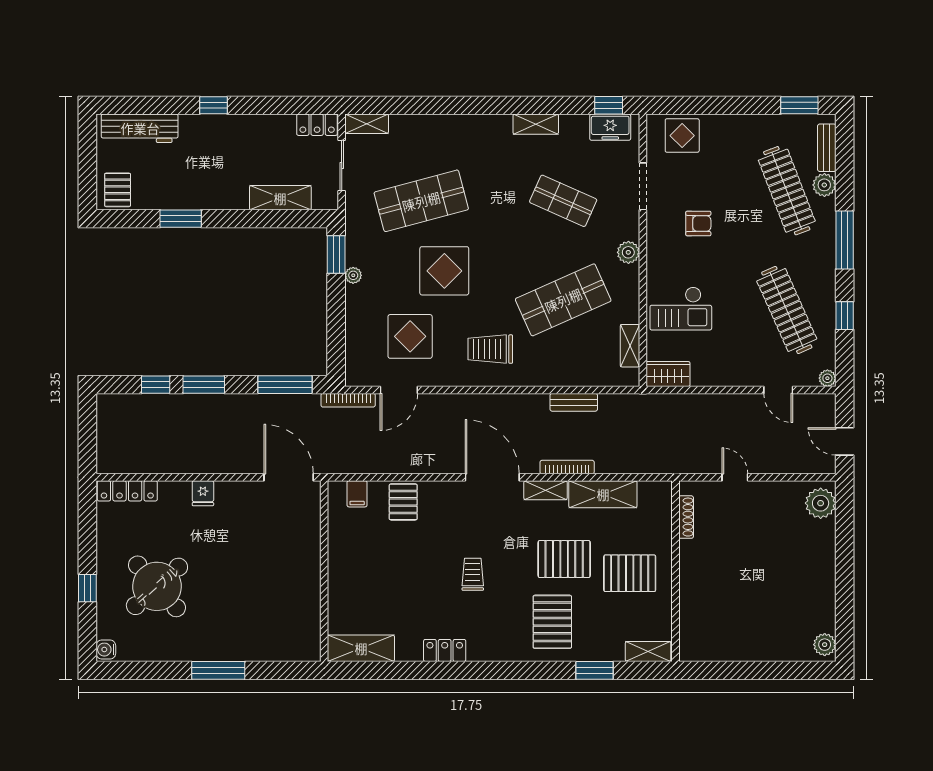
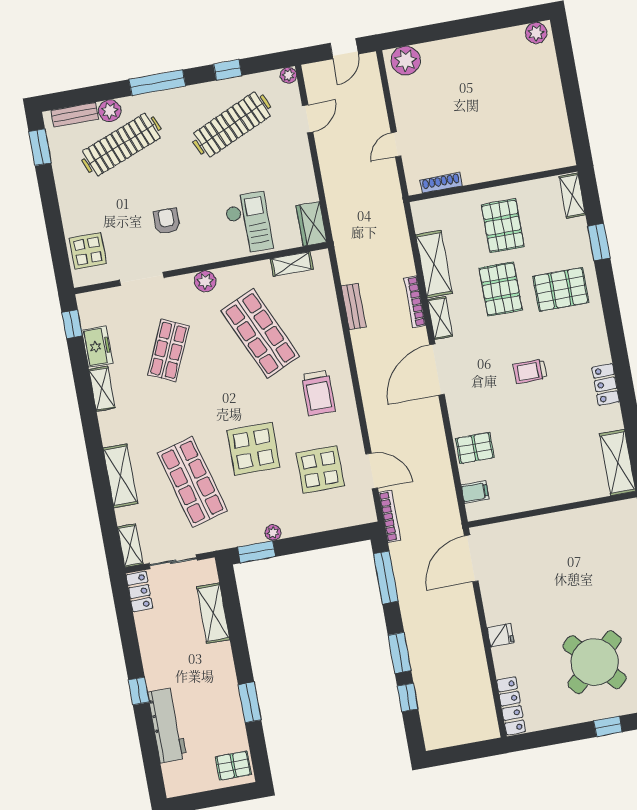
shelving: (441, 127) -> (120, 476), added
freezer: (610, 127) -> (97, 347), moved
workbench: (140, 128) -> (167, 725), moved

